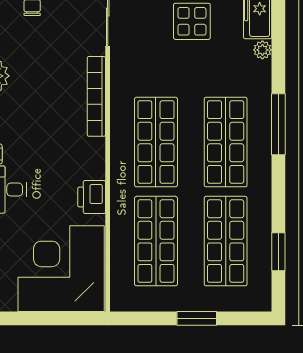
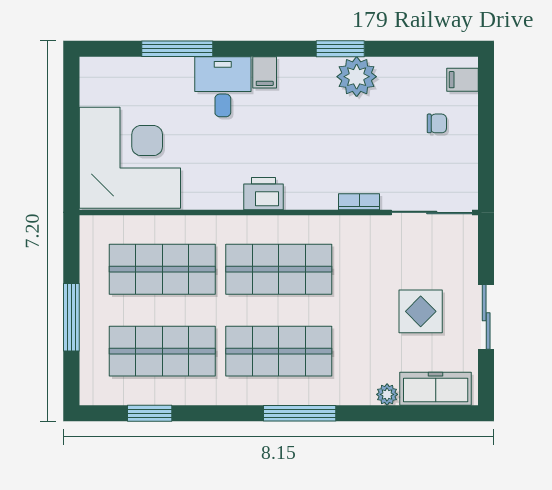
bookcase: (96, 96) -> (359, 202), width x0.43, depth x0.76
printer: (92, 197) -> (264, 194), moved
window: (197, 318) -> (71, 317), width x1.44

